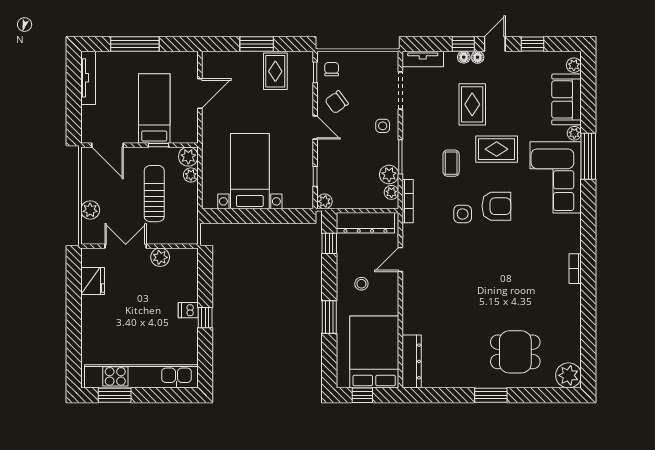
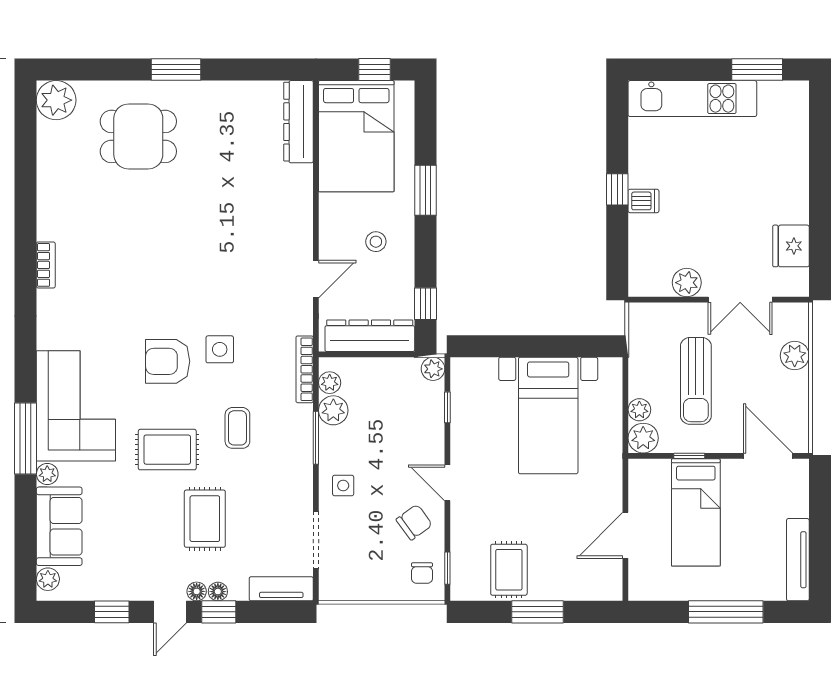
kitchen unit: (141, 376) -> (692, 99), width x0.73

